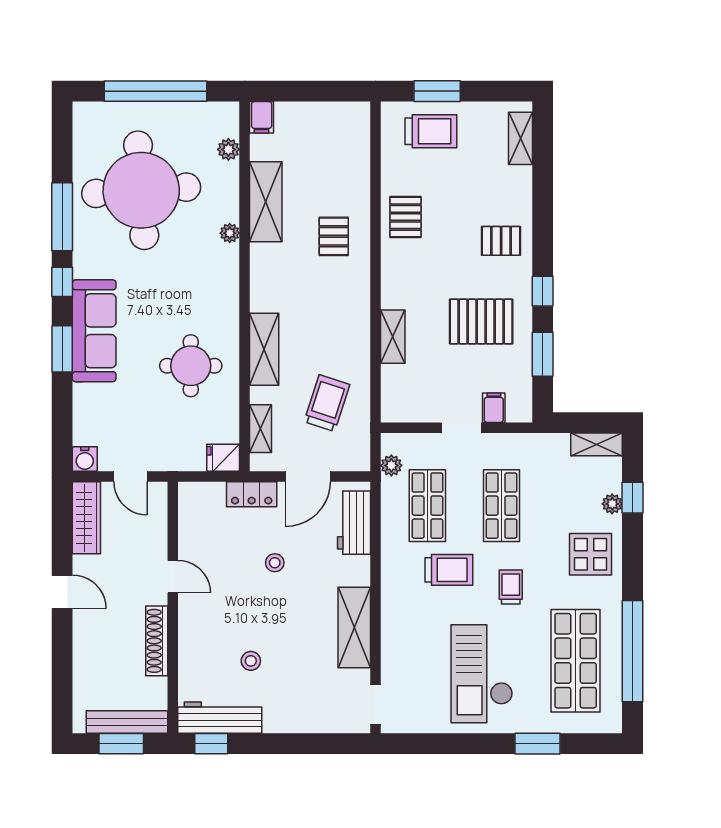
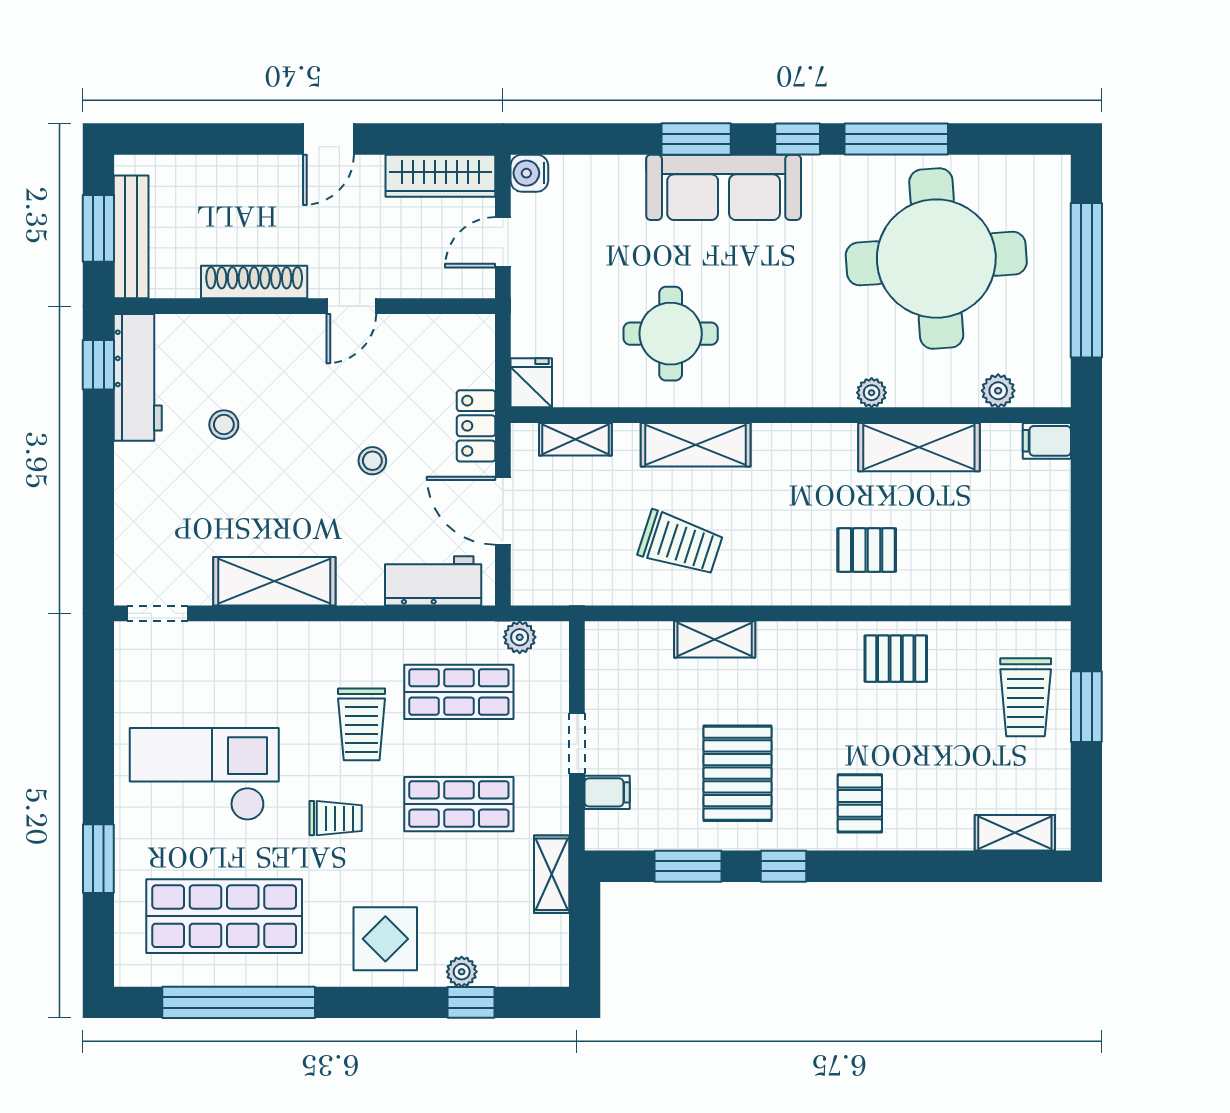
trolley: (327, 403) -> (681, 543), moved
shelving: (597, 444) -> (552, 874), moved

